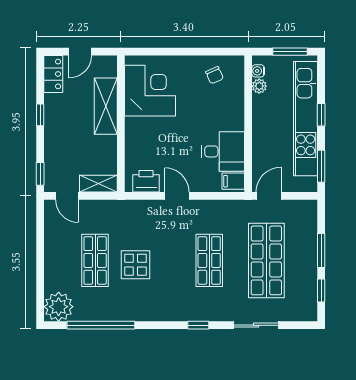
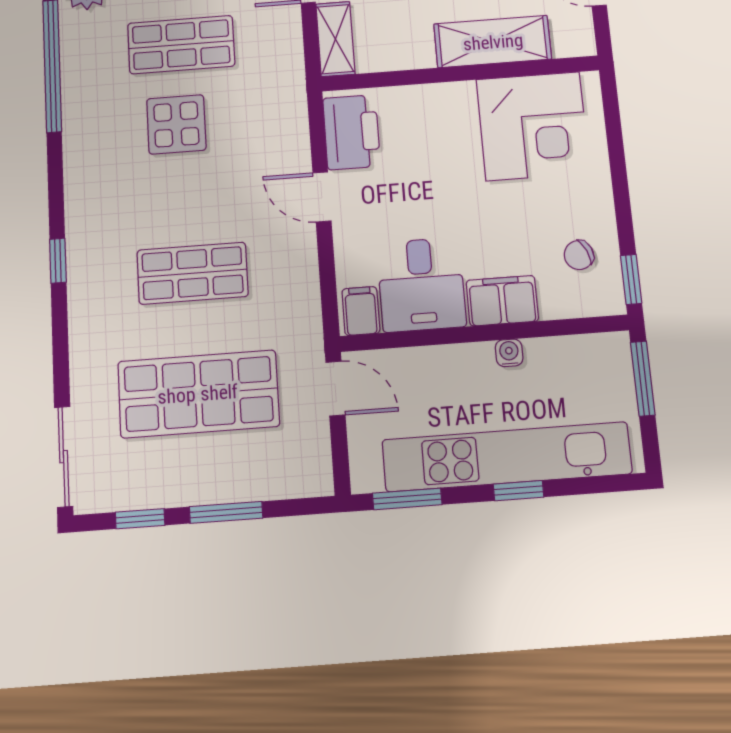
window: (228, 52) -> (631, 279), added
window: (290, 52) -> (643, 379), moved
water cooler: (258, 71) -> (509, 353), moved
plant: (259, 86) -> (566, 351), removed
filing cabinet: (233, 114) -> (502, 301), added
printer: (146, 181) -> (352, 132), width x1.37, depth x1.19
door: (177, 196) -> (322, 197), swing flipped
sliding door: (256, 325) -> (64, 457), moved

